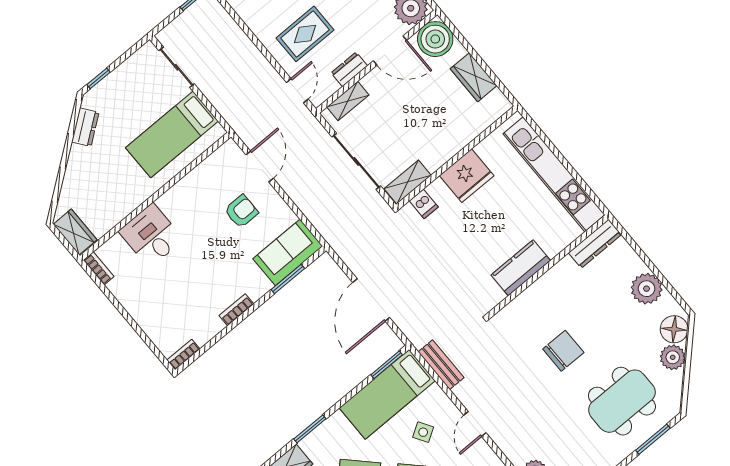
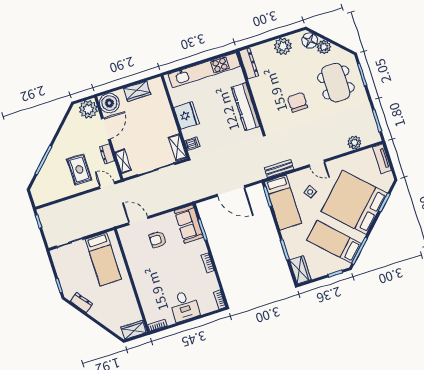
armchair: (241, 211) -> (158, 240), turned -90
desk: (151, 235) -> (184, 306), moved, turned -90
kitchen counter: (521, 268) -> (246, 107), width x1.50

